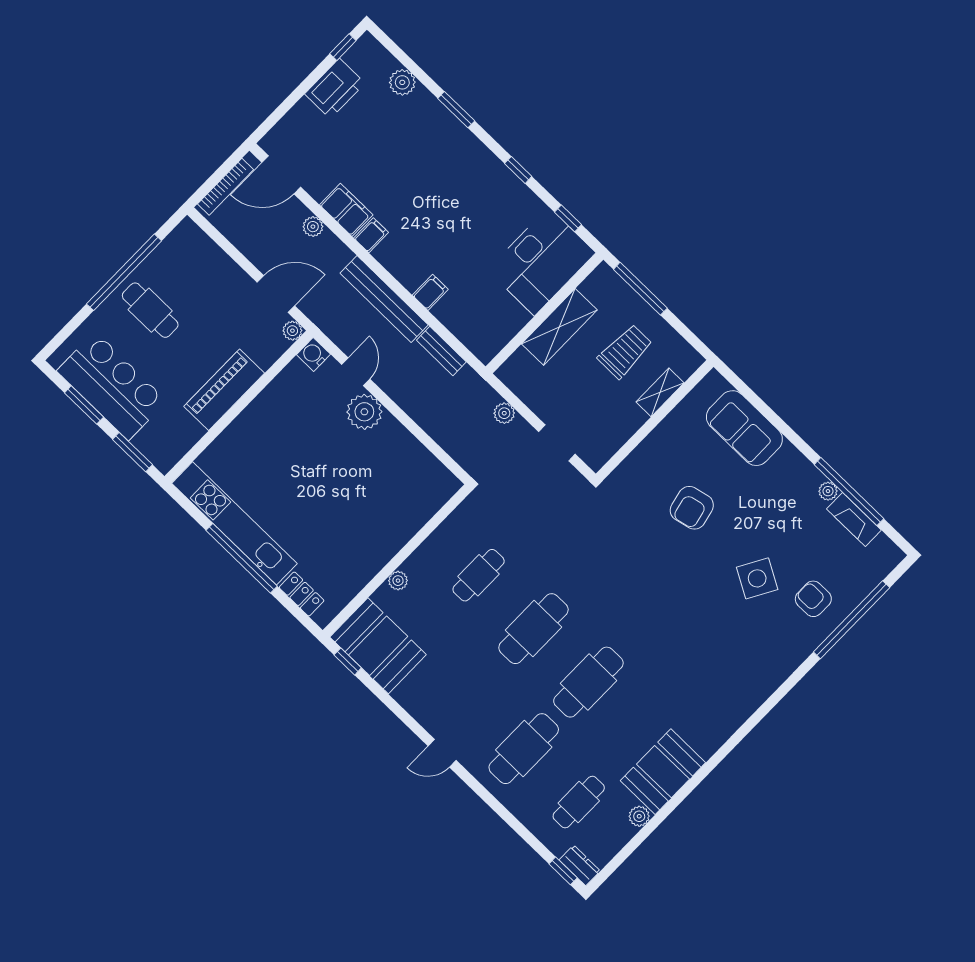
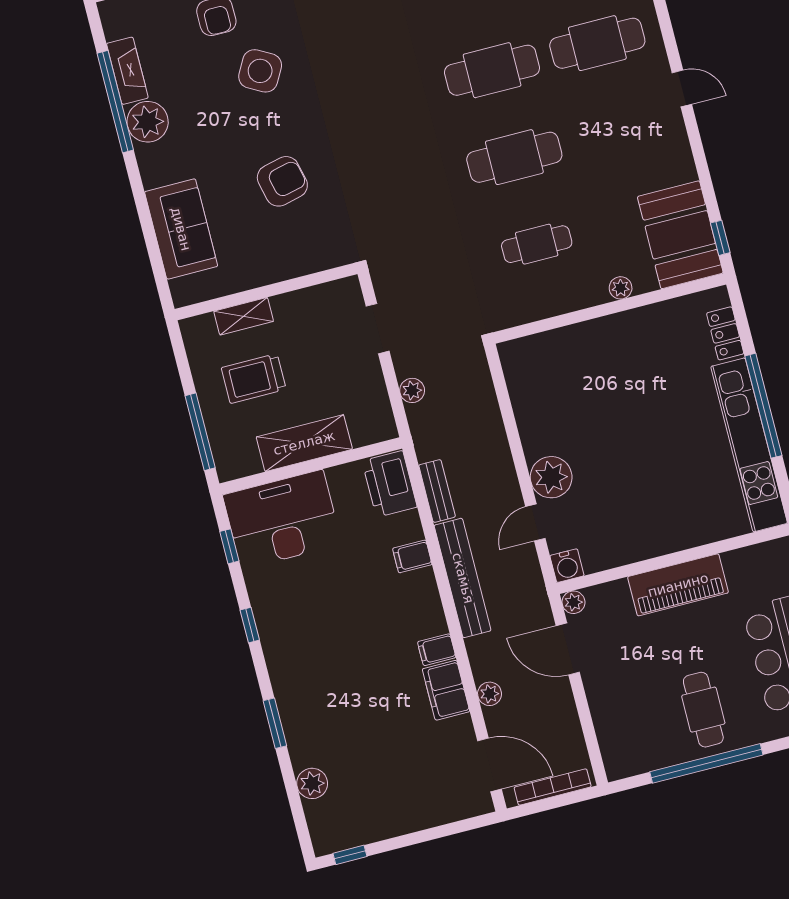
printer: (335, 89) -> (390, 484), moved, turned -90
plant: (828, 491) -> (148, 122), width x1.87, depth x1.87

